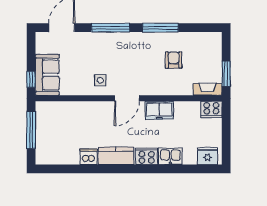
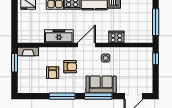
armchair: (149, 68) -> (70, 67), added
sofa: (47, 75) -> (101, 84), moved, turned 90
cooker: (211, 109) -> (116, 37), moved
freezer: (159, 110) -> (59, 36), width x1.40

